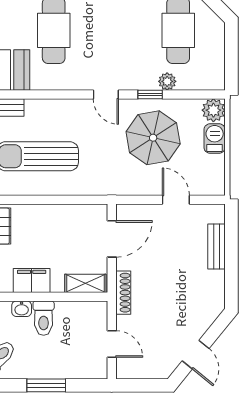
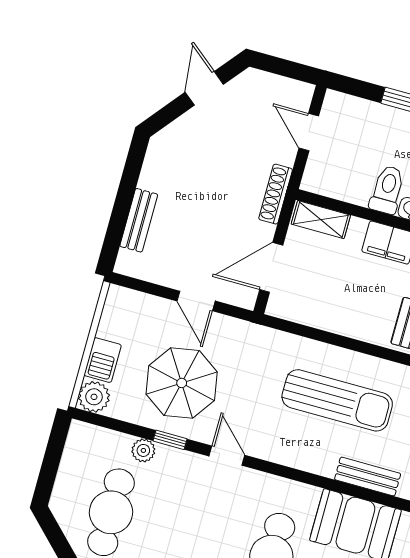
door: (176, 200) -> (196, 301), moved

